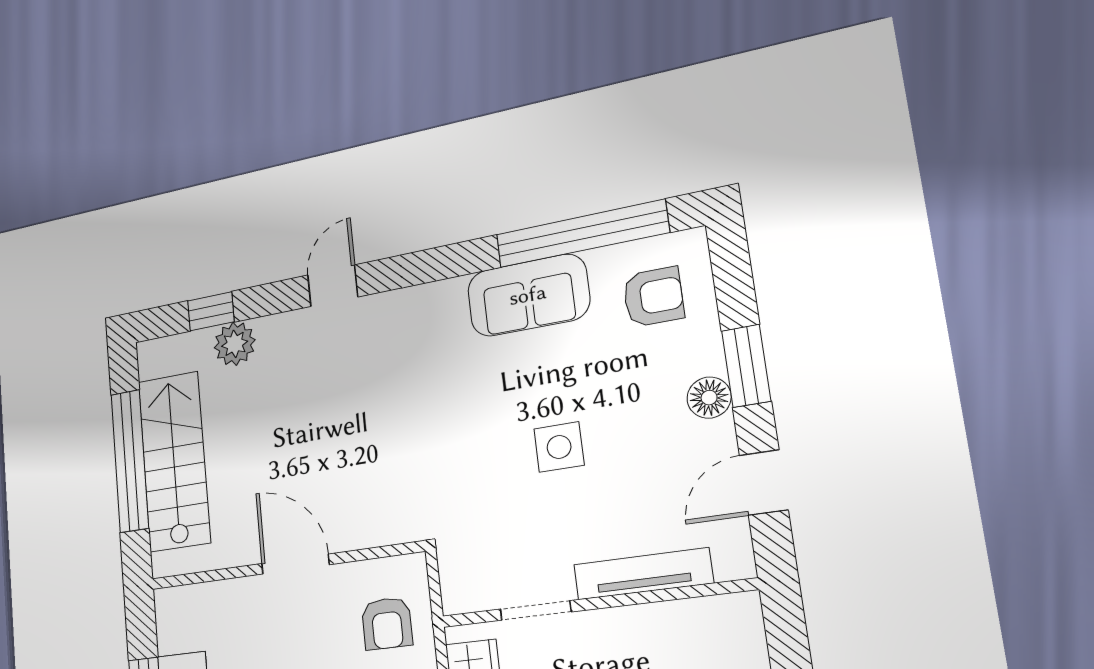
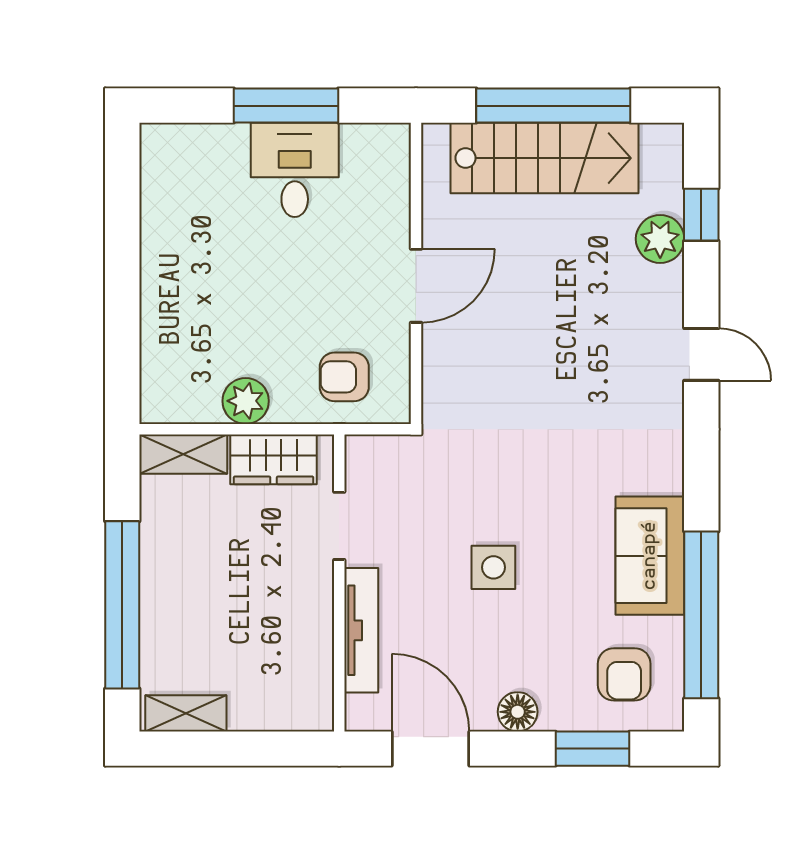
window: (746, 366) -> (593, 749), moved
door: (764, 483) -> (430, 749), width x1.38

